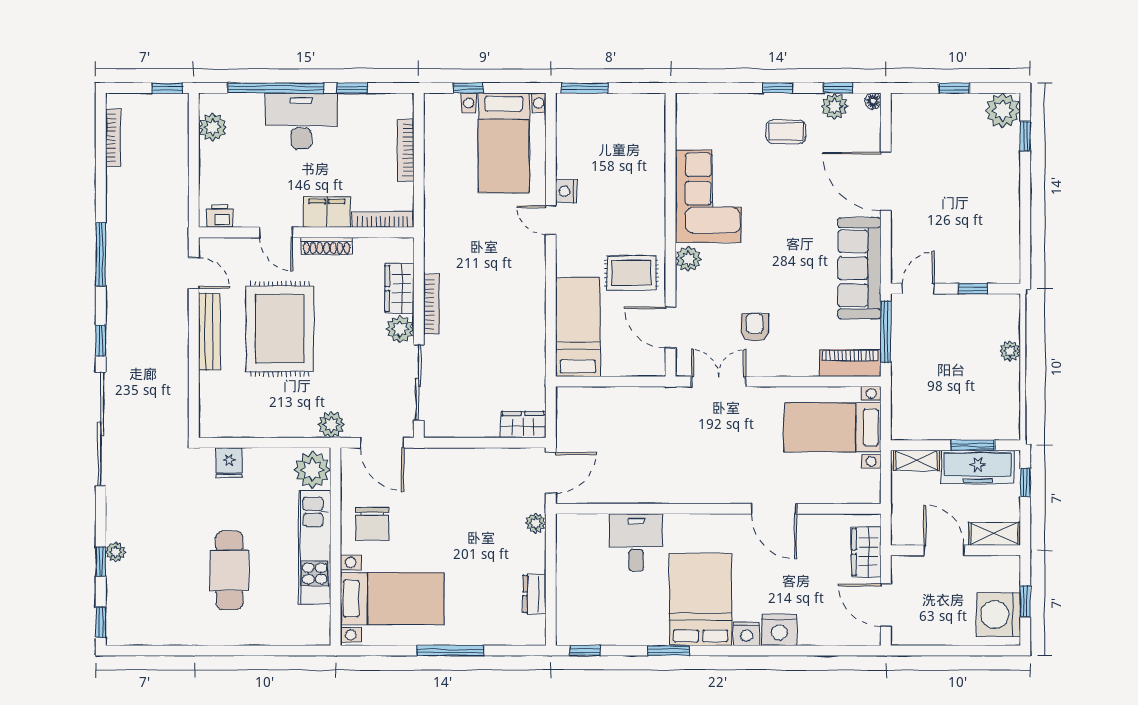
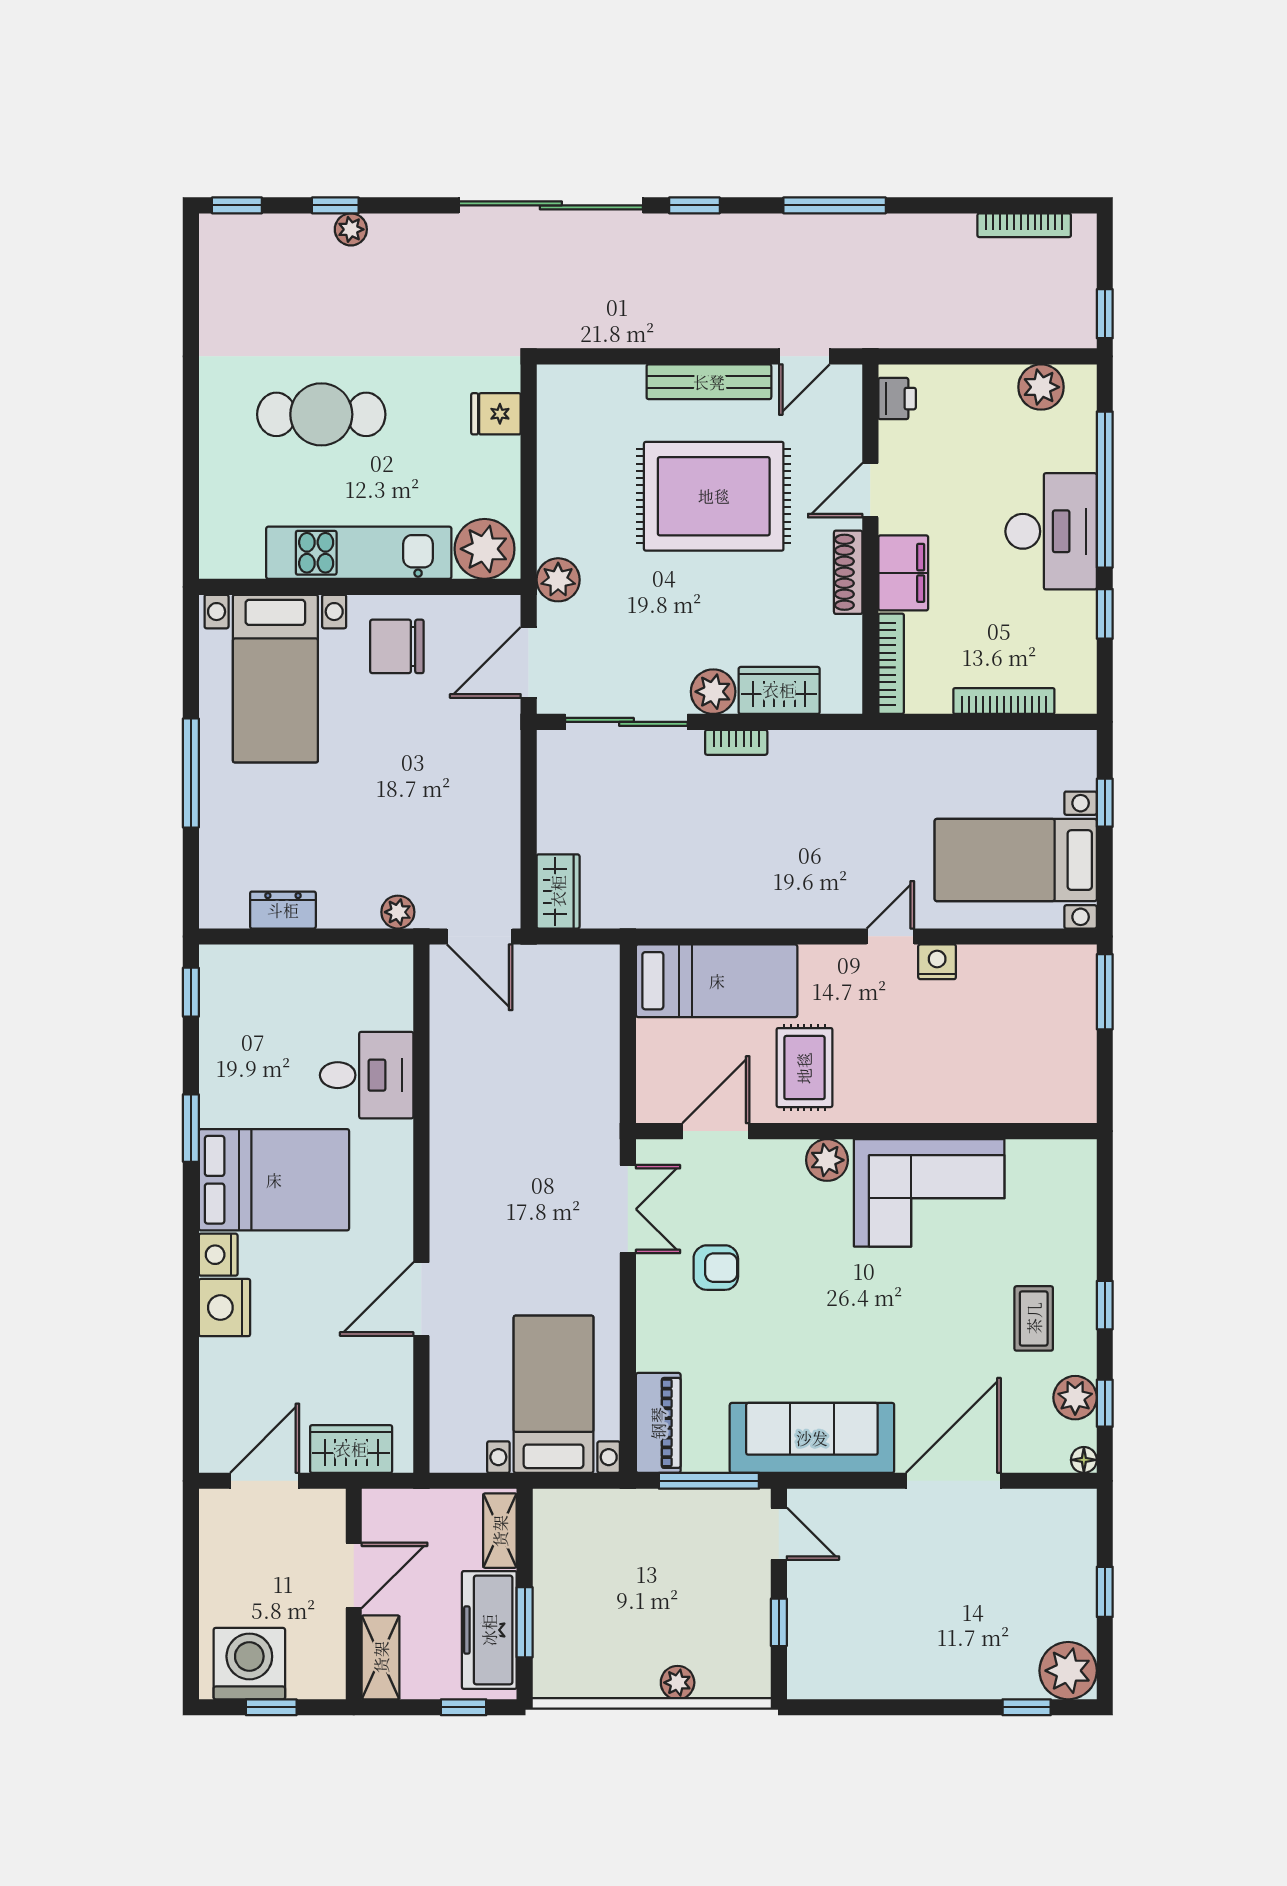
bookcase: (431, 304) -> (736, 742), width x0.64

